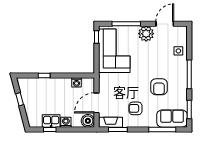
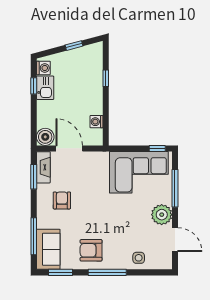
armchair: (159, 87) -> (91, 250), moved
washing machine: (66, 122) -> (43, 68), moved

